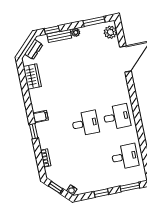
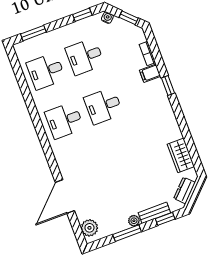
window: (94, 21) -> (127, 233), moved
filing cabinet: (41, 117) -> (150, 73), moved
desk: (93, 163) -> (85, 57), added
window: (101, 193) -> (82, 15), moved

